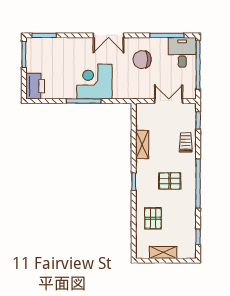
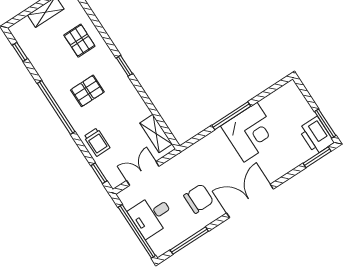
double door: (109, 35) -> (250, 201), width x1.37
desk: (182, 52) -> (152, 216), moved, turned 90
corner desk: (94, 82) -> (250, 132), moved
printer: (35, 86) -> (316, 136), moved
double door: (169, 101) -> (143, 173), swing flipped
shelving: (142, 144) -> (156, 134), moved

